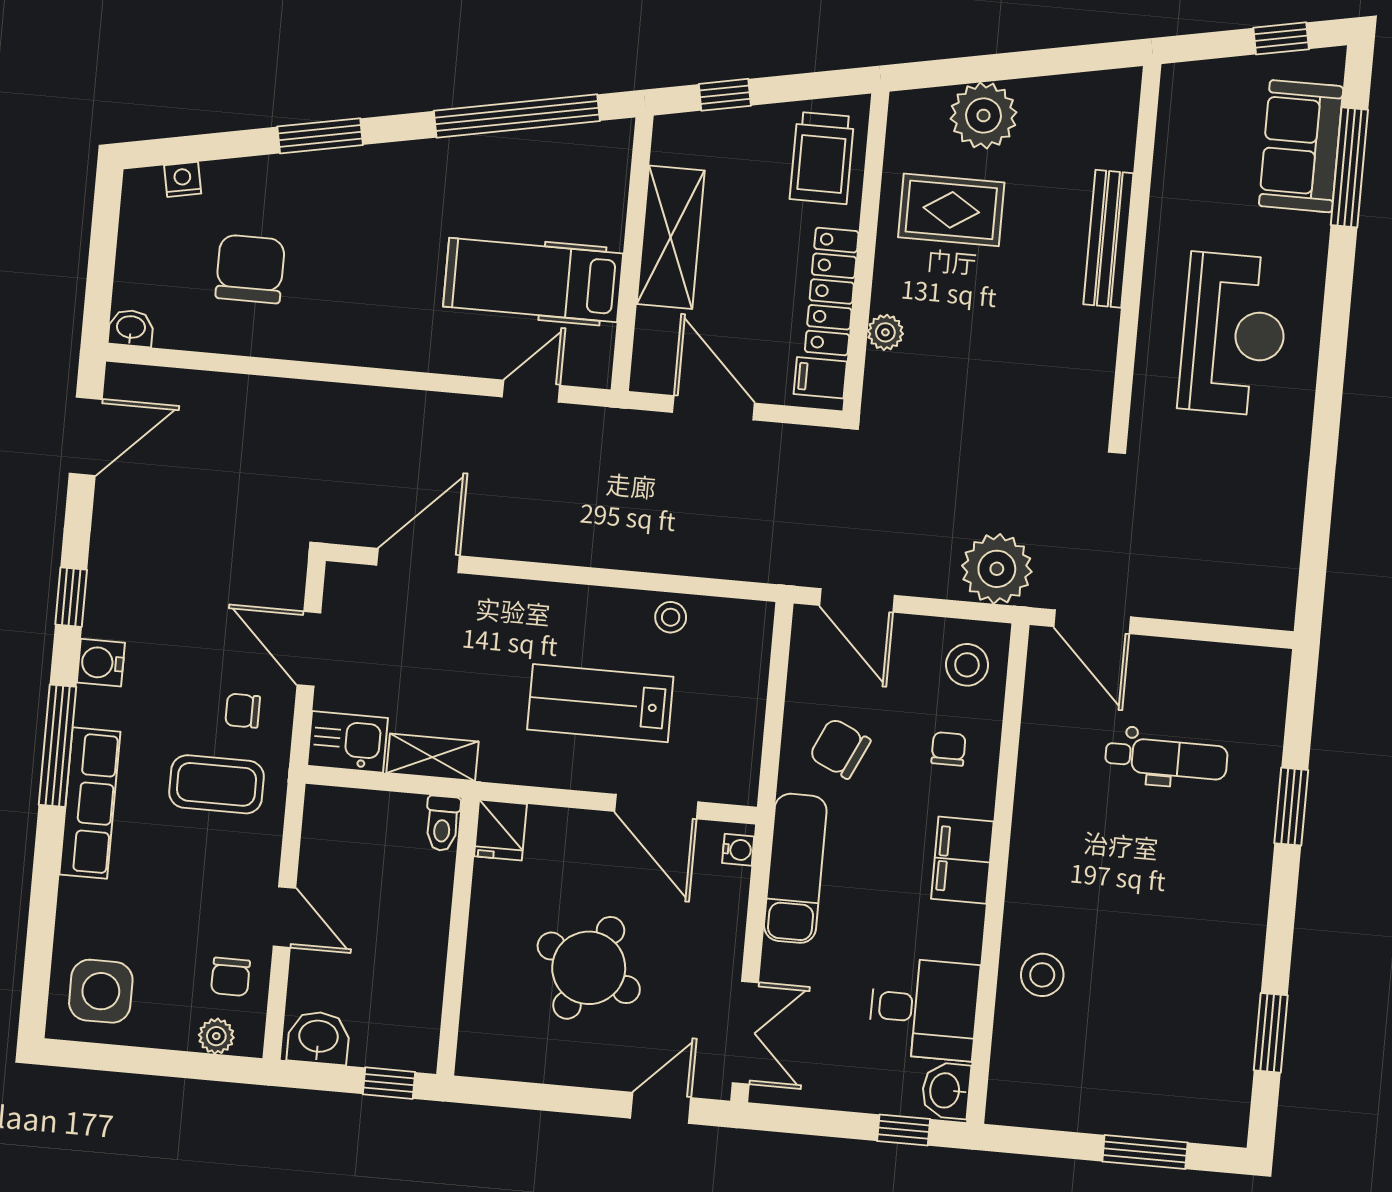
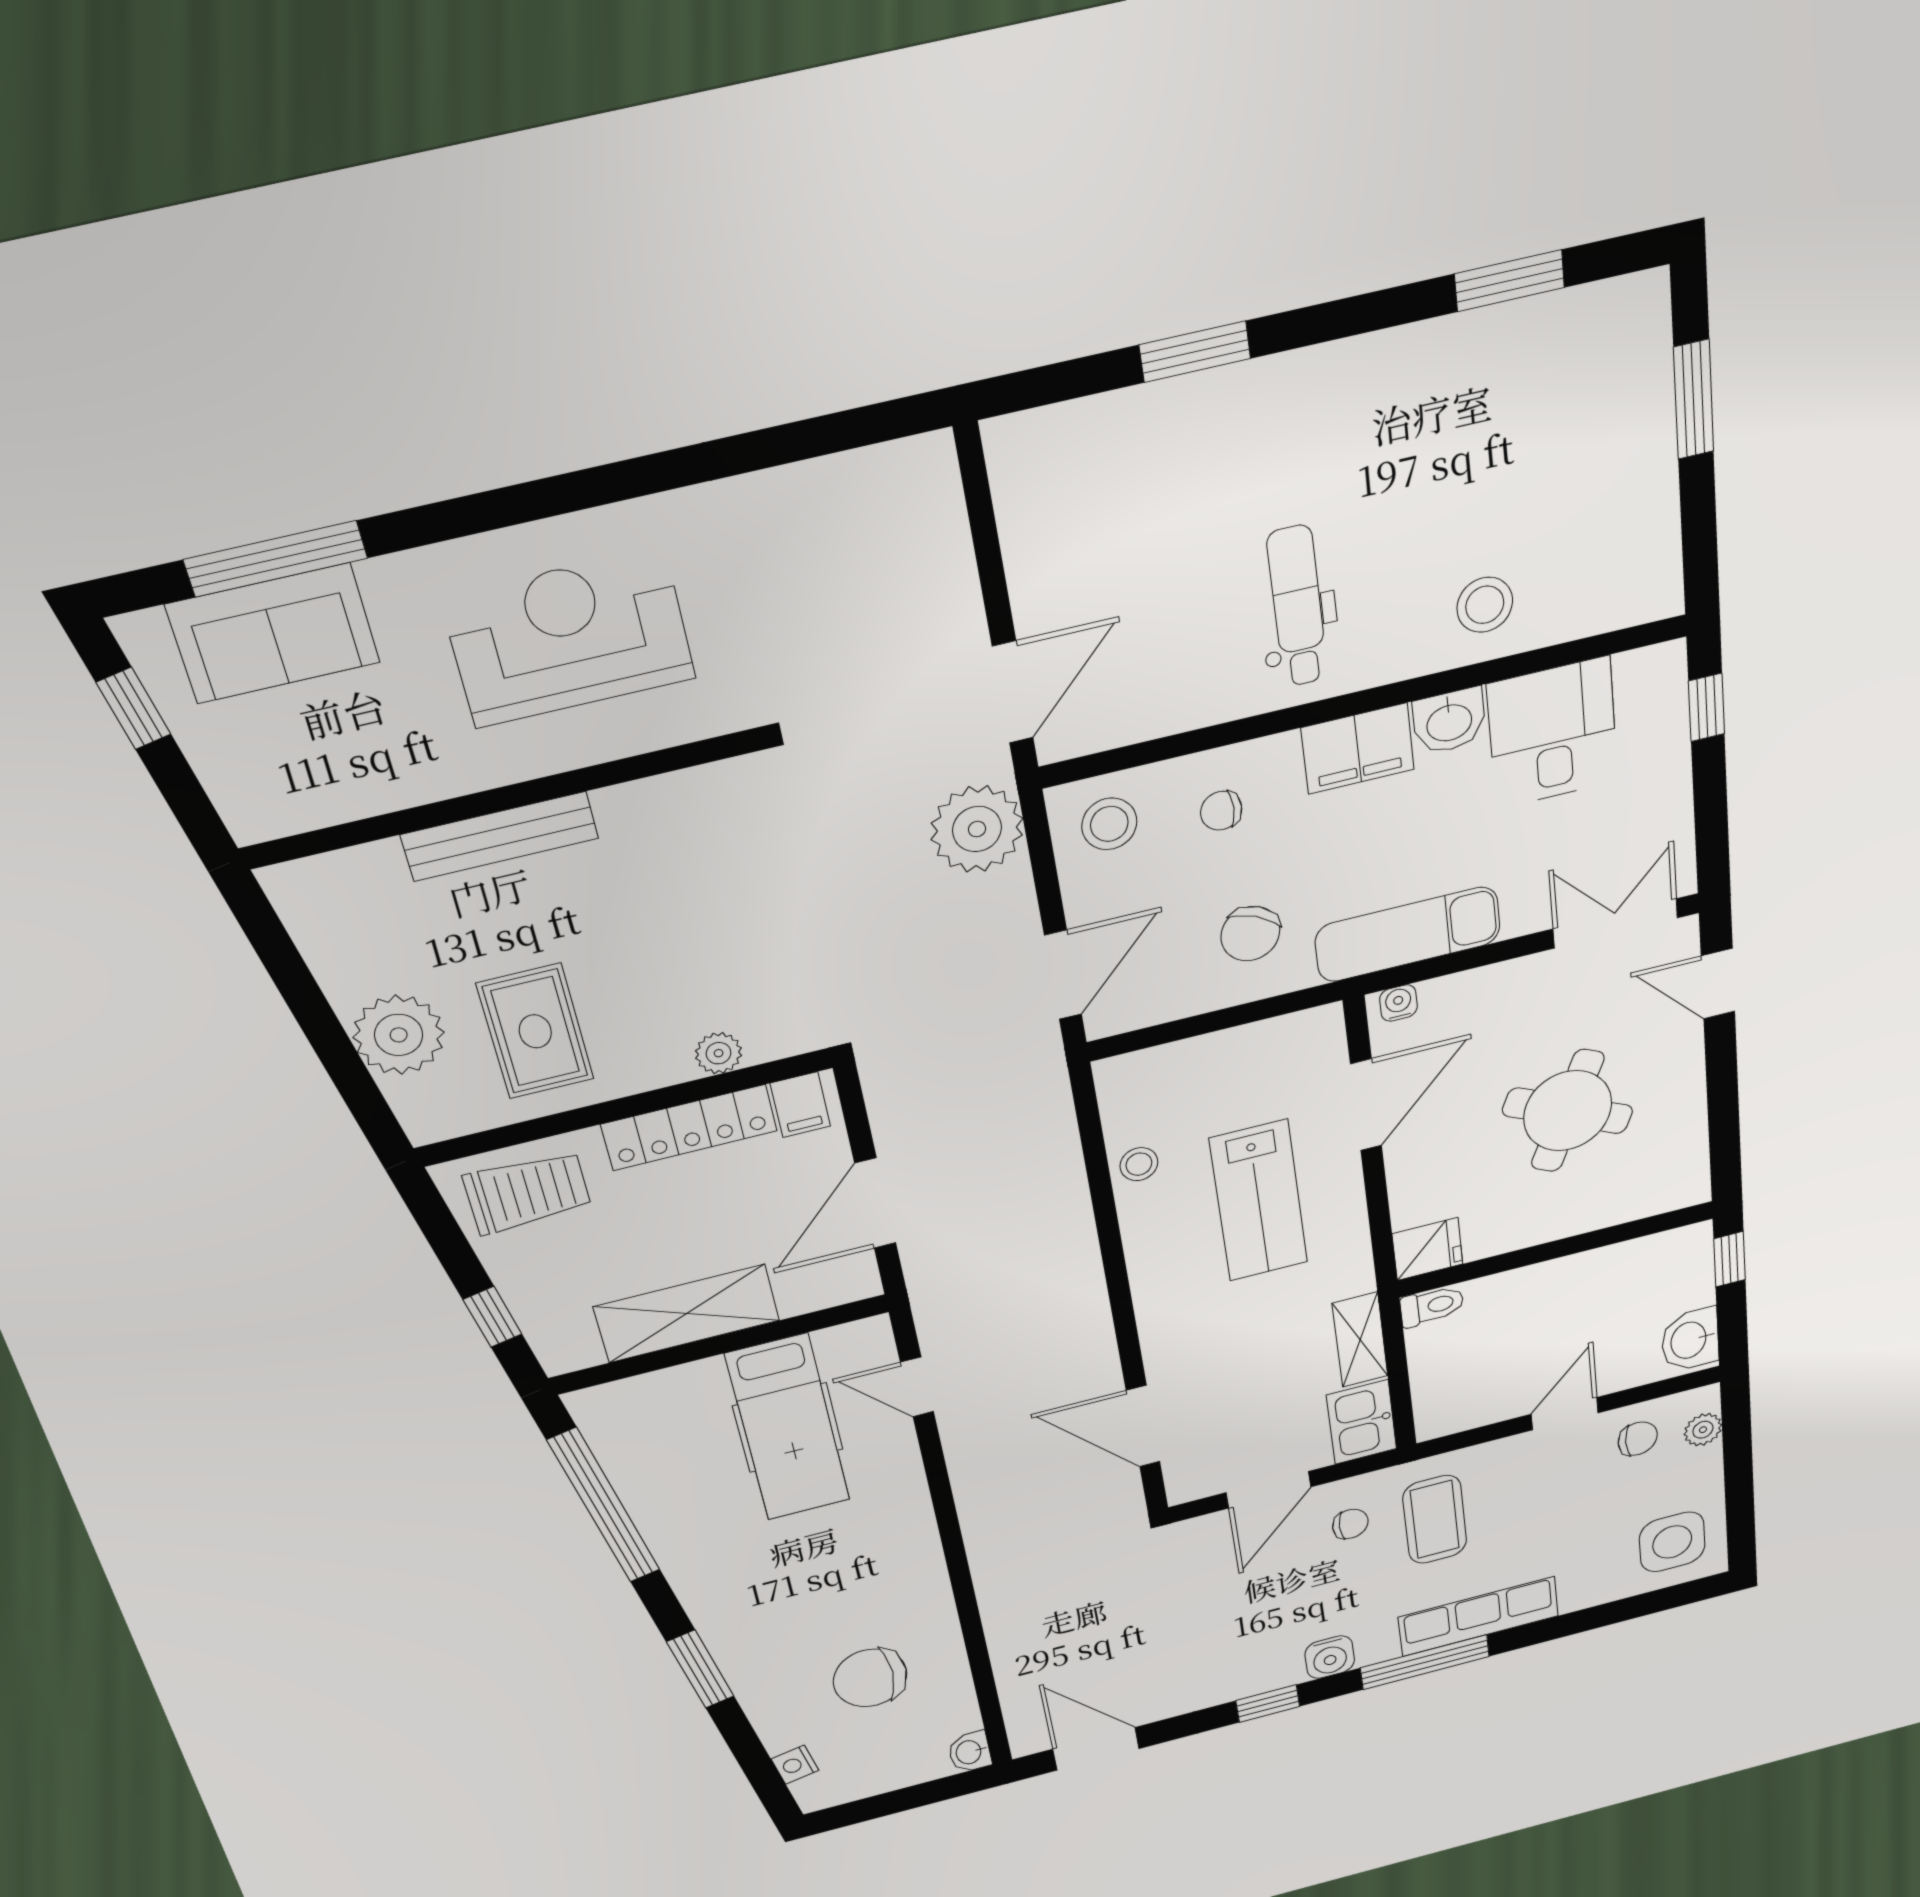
chair: (243, 711) -> (1350, 1524), turned -90
dental chair: (1166, 758) -> (1297, 606), moved
washbasin: (946, 1091) -> (1449, 721), moved

